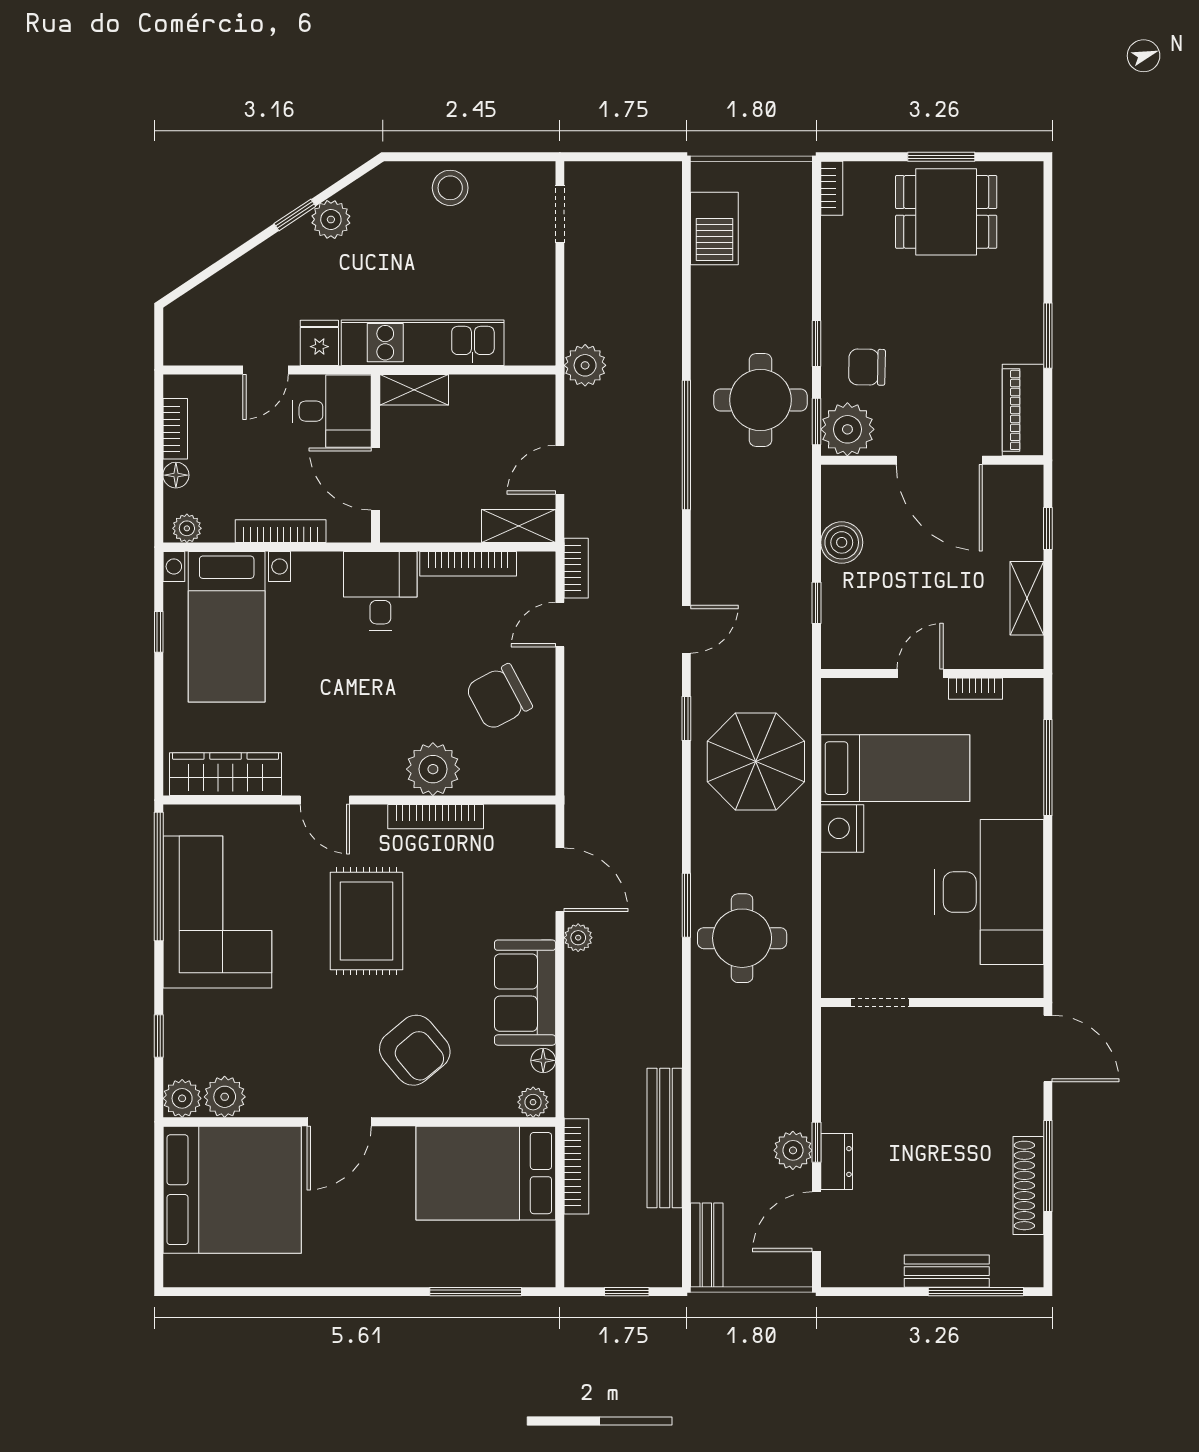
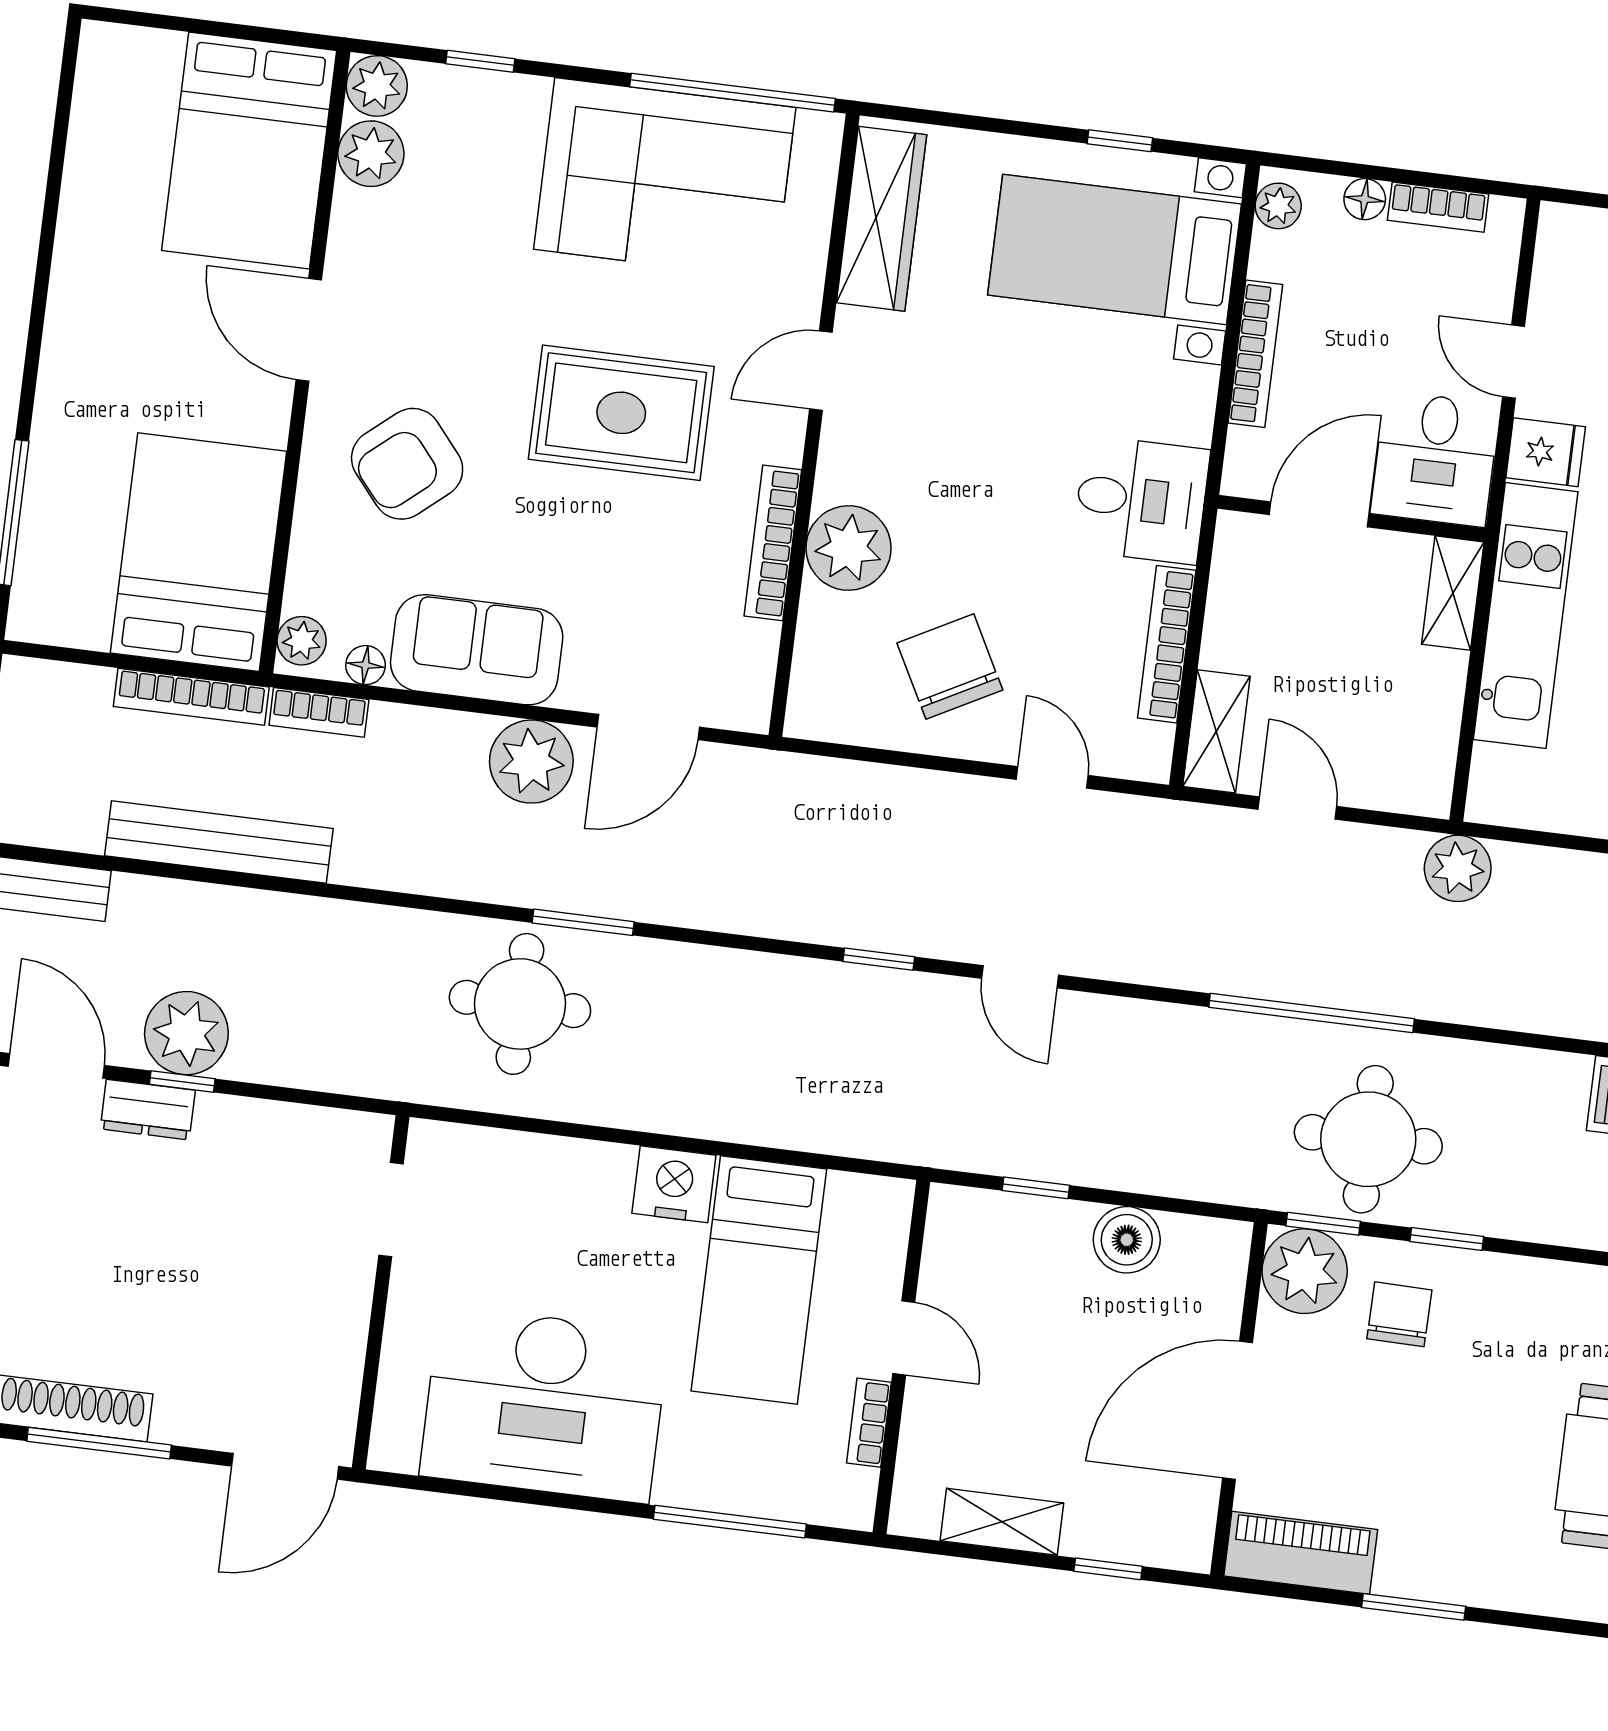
bookcase: (576, 568) -> (319, 712), moved
parasol: (756, 762) -> (797, 1061), removed
plant: (578, 938) -> (531, 762), width x1.87, depth x1.87
plant: (793, 1150) -> (186, 1033), width x1.36, depth x1.36
bed: (232, 1190) -> (249, 150), width x0.73

